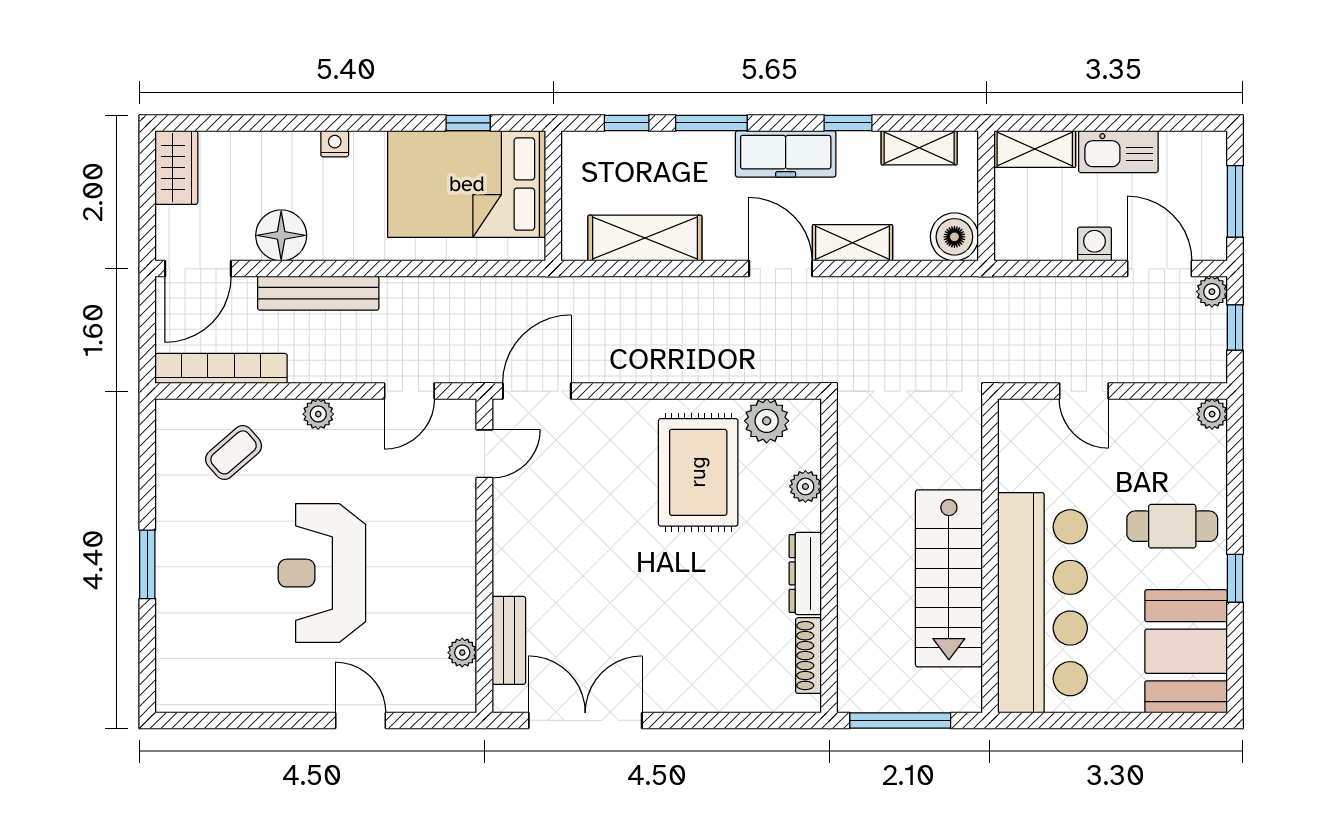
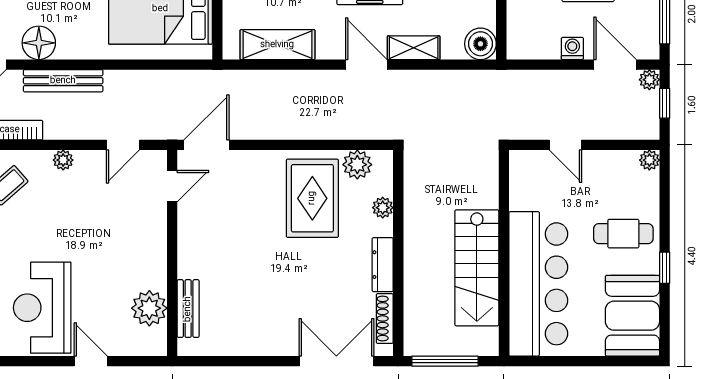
reception desk: (322, 573) -> (42, 308), moved
plant: (462, 653) -> (149, 308), width x1.88, depth x1.88
double door: (585, 720) -> (336, 361), moved

